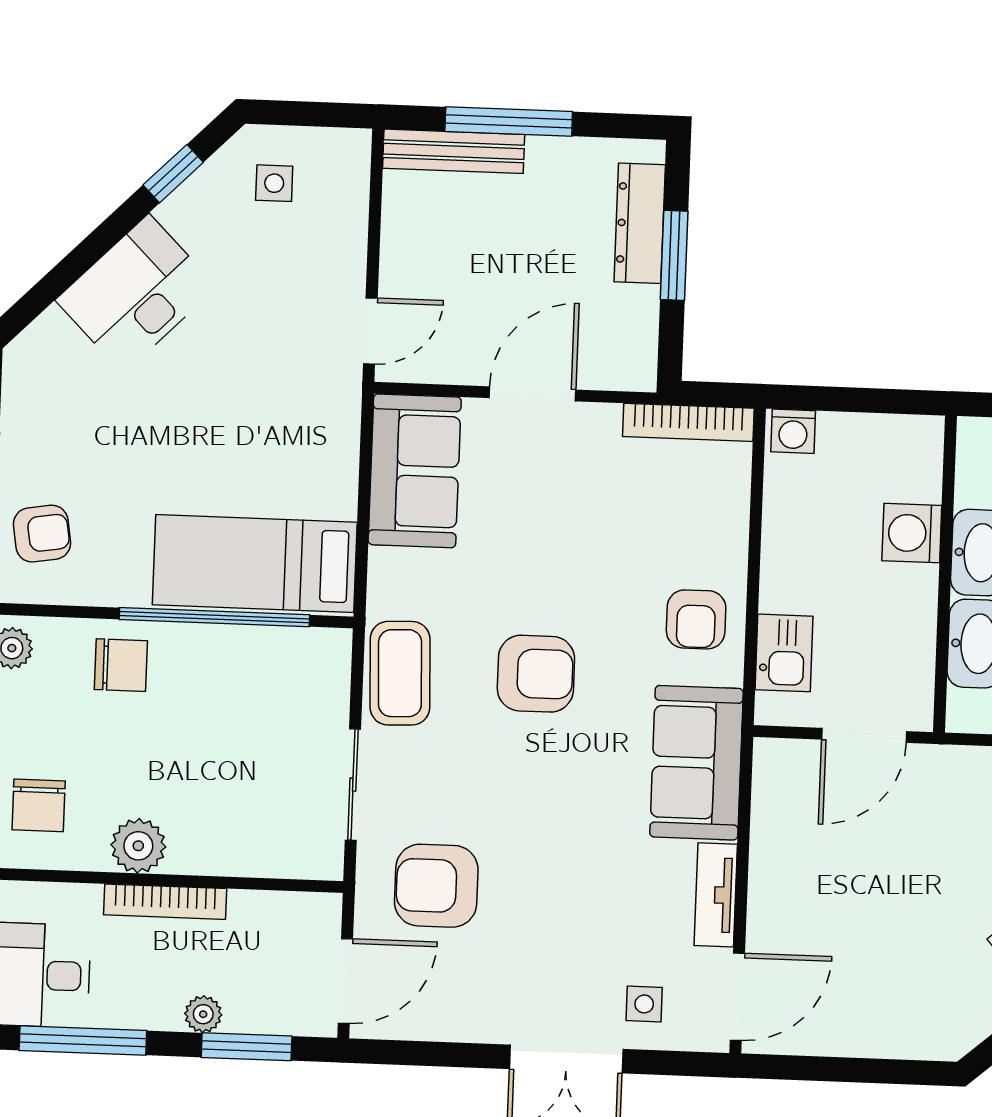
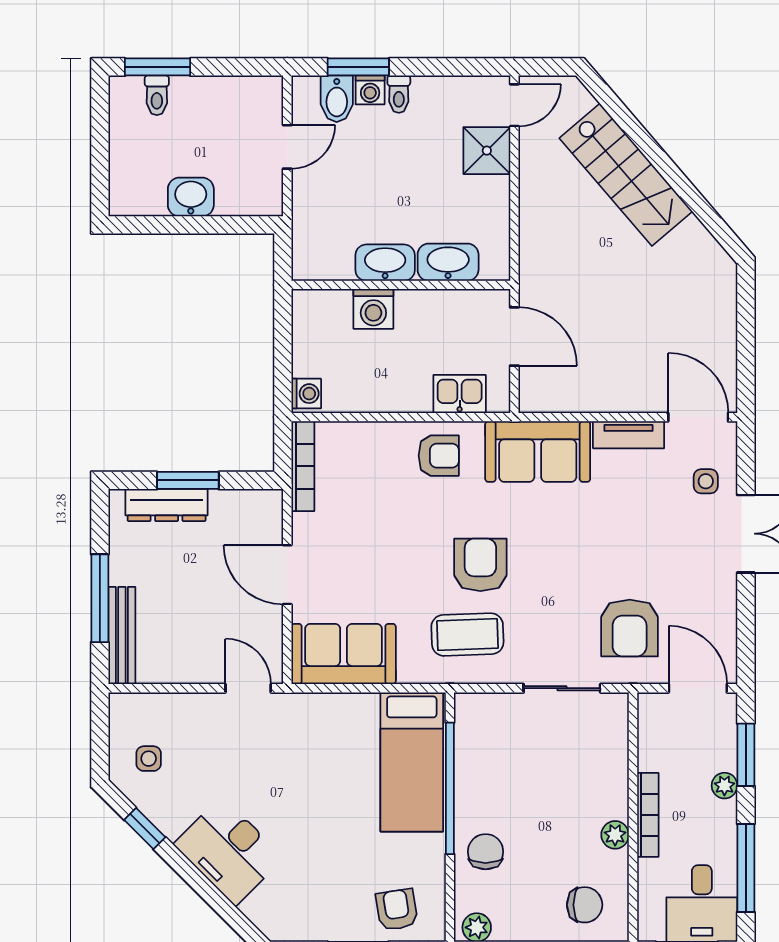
coffee table: (400, 673) -> (467, 635), moved
plant: (138, 846) -> (615, 835), width x0.73, depth x0.73

